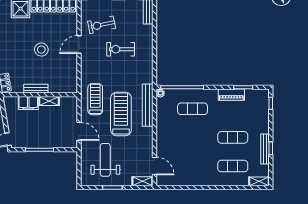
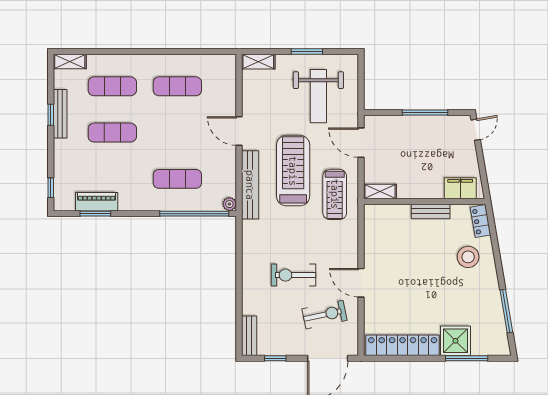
door: (79, 45) -> (361, 283), swing flipped
exercise bike: (121, 49) -> (293, 275), turned 180
stool: (41, 50) -> (468, 257), moved
piano: (231, 95) -> (97, 202), moved
shelving: (49, 101) -> (380, 191), moved
filing cabinet: (28, 103) -> (460, 188), moved
treadmill: (121, 114) -> (293, 171), turned 180
door: (154, 166) -> (239, 131), moved
exercise mat: (193, 166) -> (177, 86), added

